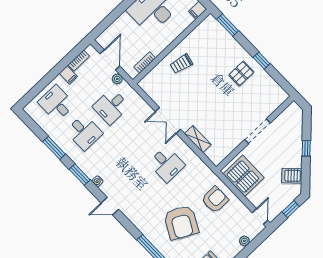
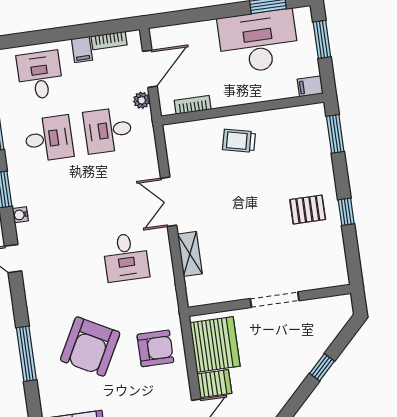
desk: (84, 132) -> (49, 139), turned -90
server rack: (292, 176) -> (214, 384), moved, turned 135

